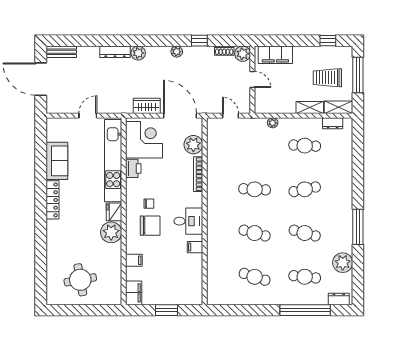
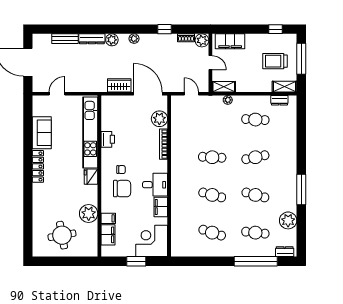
bench: (61, 52) -> (65, 39), moved
plant: (177, 52) -> (134, 39), moved
shelving: (310, 108) -> (224, 87), moved
door: (88, 116) -> (57, 94), moved
corner desk: (144, 140) -> (152, 241), moved, turned -90
plant: (111, 232) -> (89, 214), moved
filing cabinet: (195, 247) -> (161, 207), width x2.00
filing cabinet: (134, 293) -> (108, 235), moved

